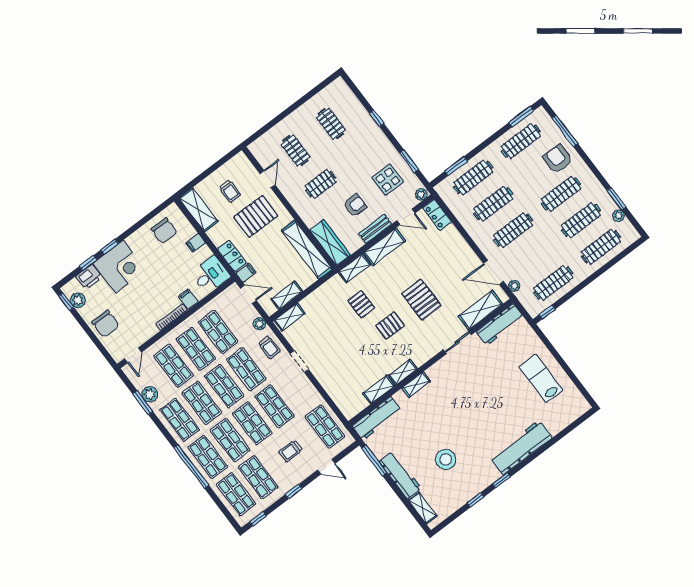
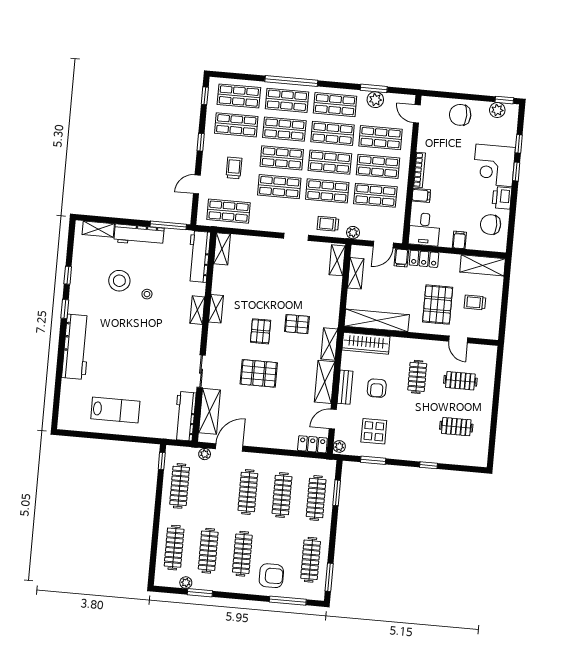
printer: (89, 277) -> (502, 198), moved
shelving: (379, 390) -> (222, 249), moved
stool: (437, 431) -> (147, 294), added

